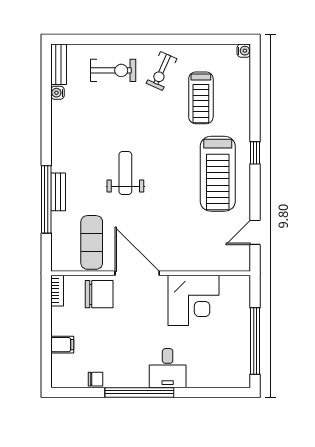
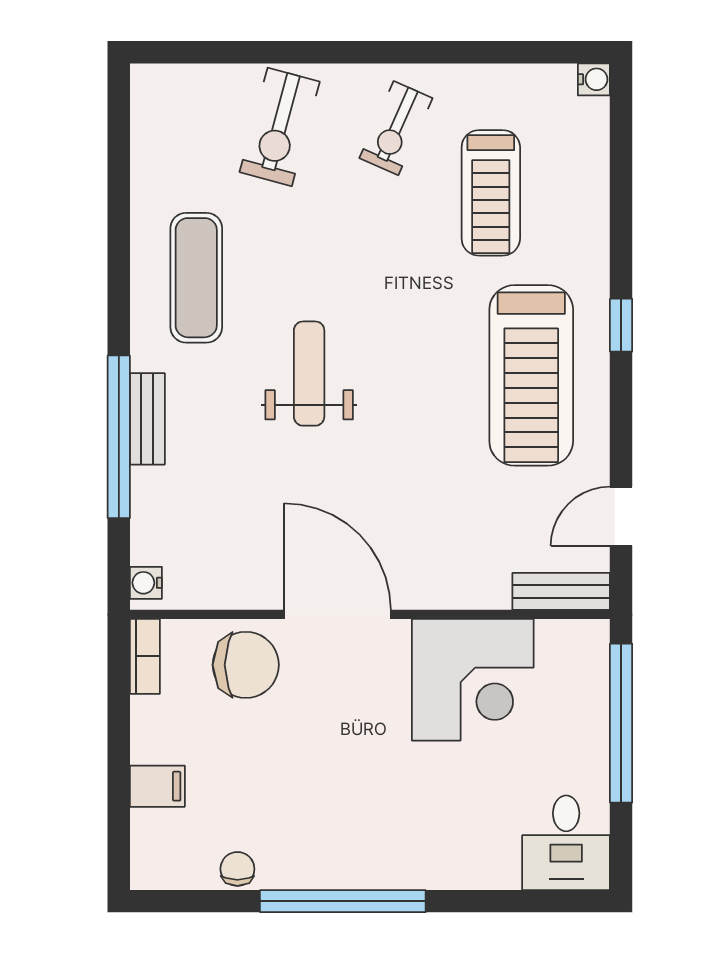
bench: (59, 64) -> (561, 591), moved, turned 90
exercise bike: (113, 70) -> (280, 127), turned 105
water cooler: (57, 93) -> (146, 583), moved
exercise mat: (92, 242) -> (196, 278), moved
window: (255, 341) -> (621, 723), moved
desk: (168, 368) -> (566, 843), moved
chair: (96, 379) -> (237, 869), turned -90

